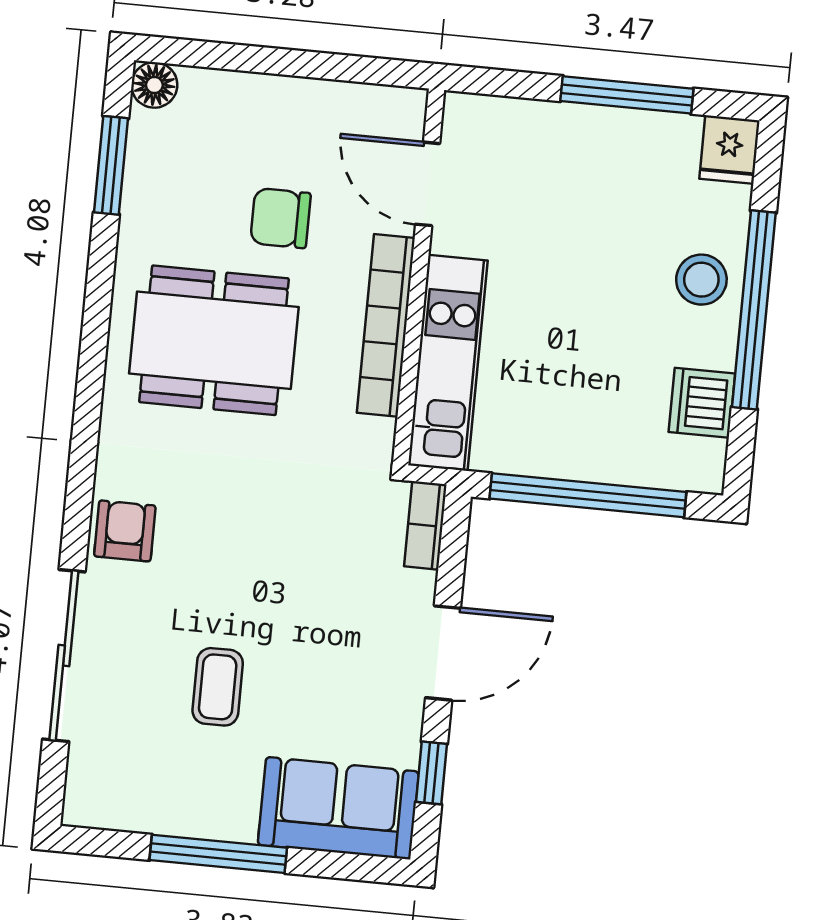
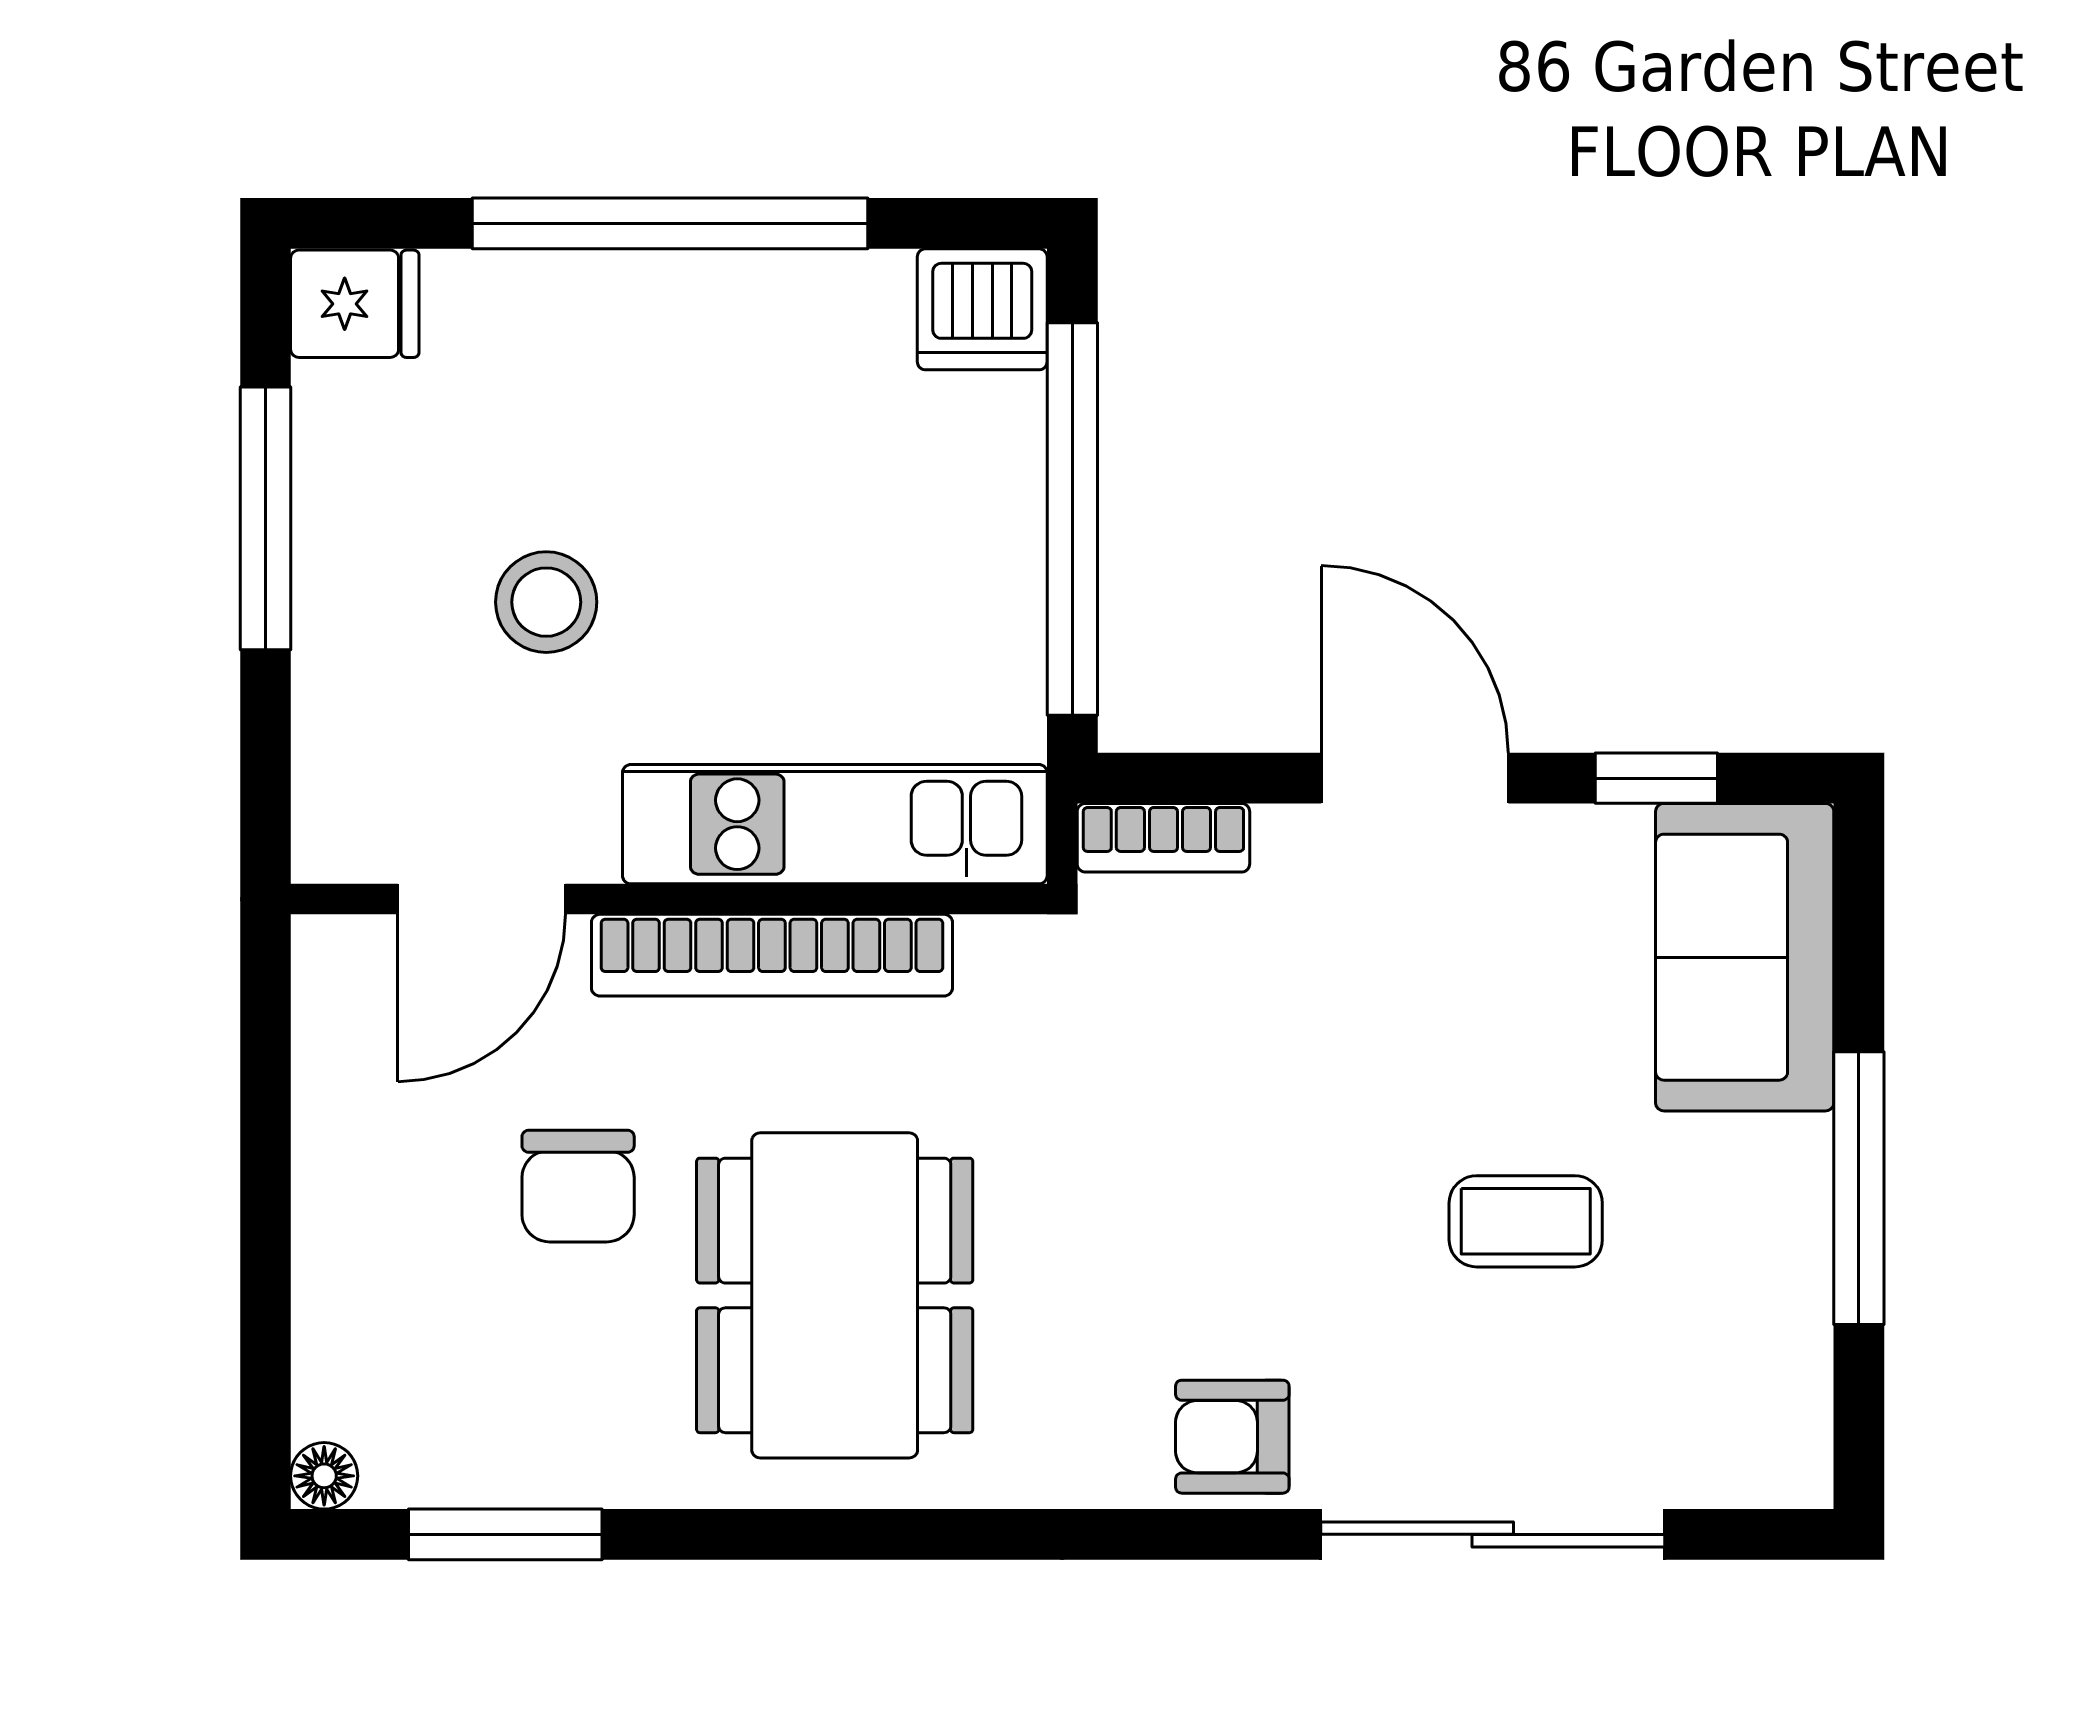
floor lamp: (154, 85) -> (324, 1476), width x0.73, depth x0.73
stool: (701, 280) -> (546, 602), moved
dishwasher: (702, 403) -> (982, 309), moved

